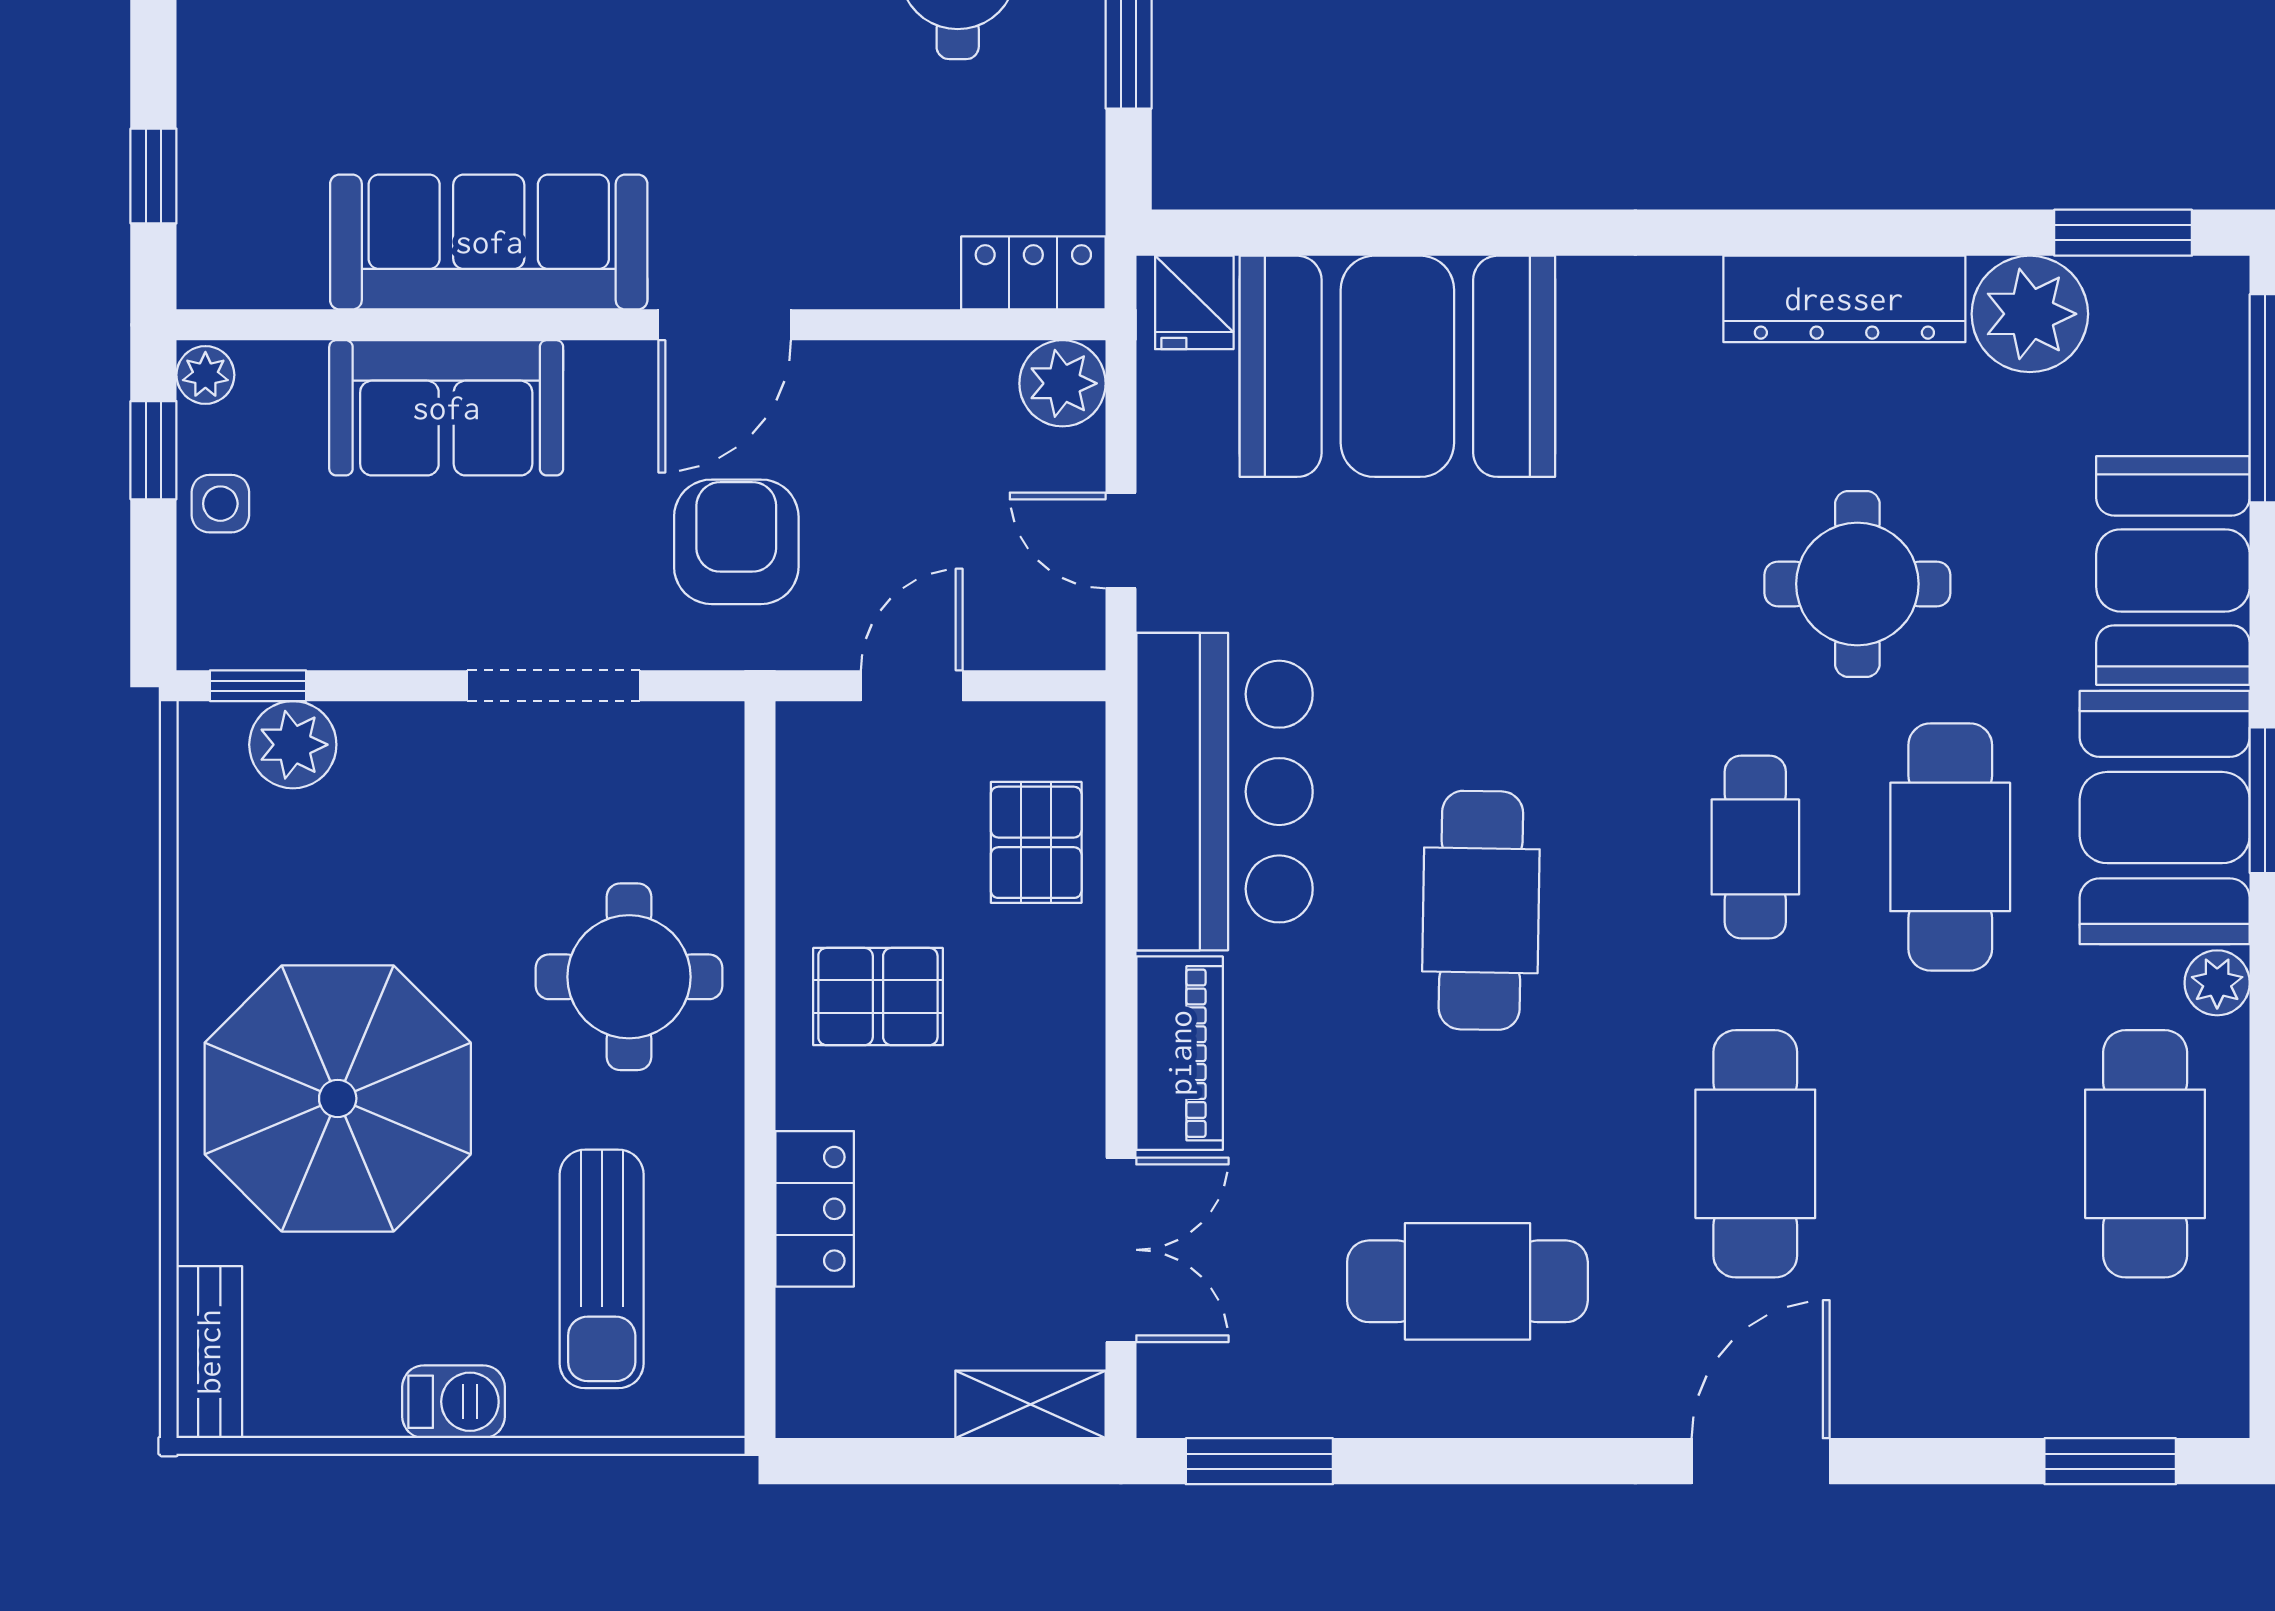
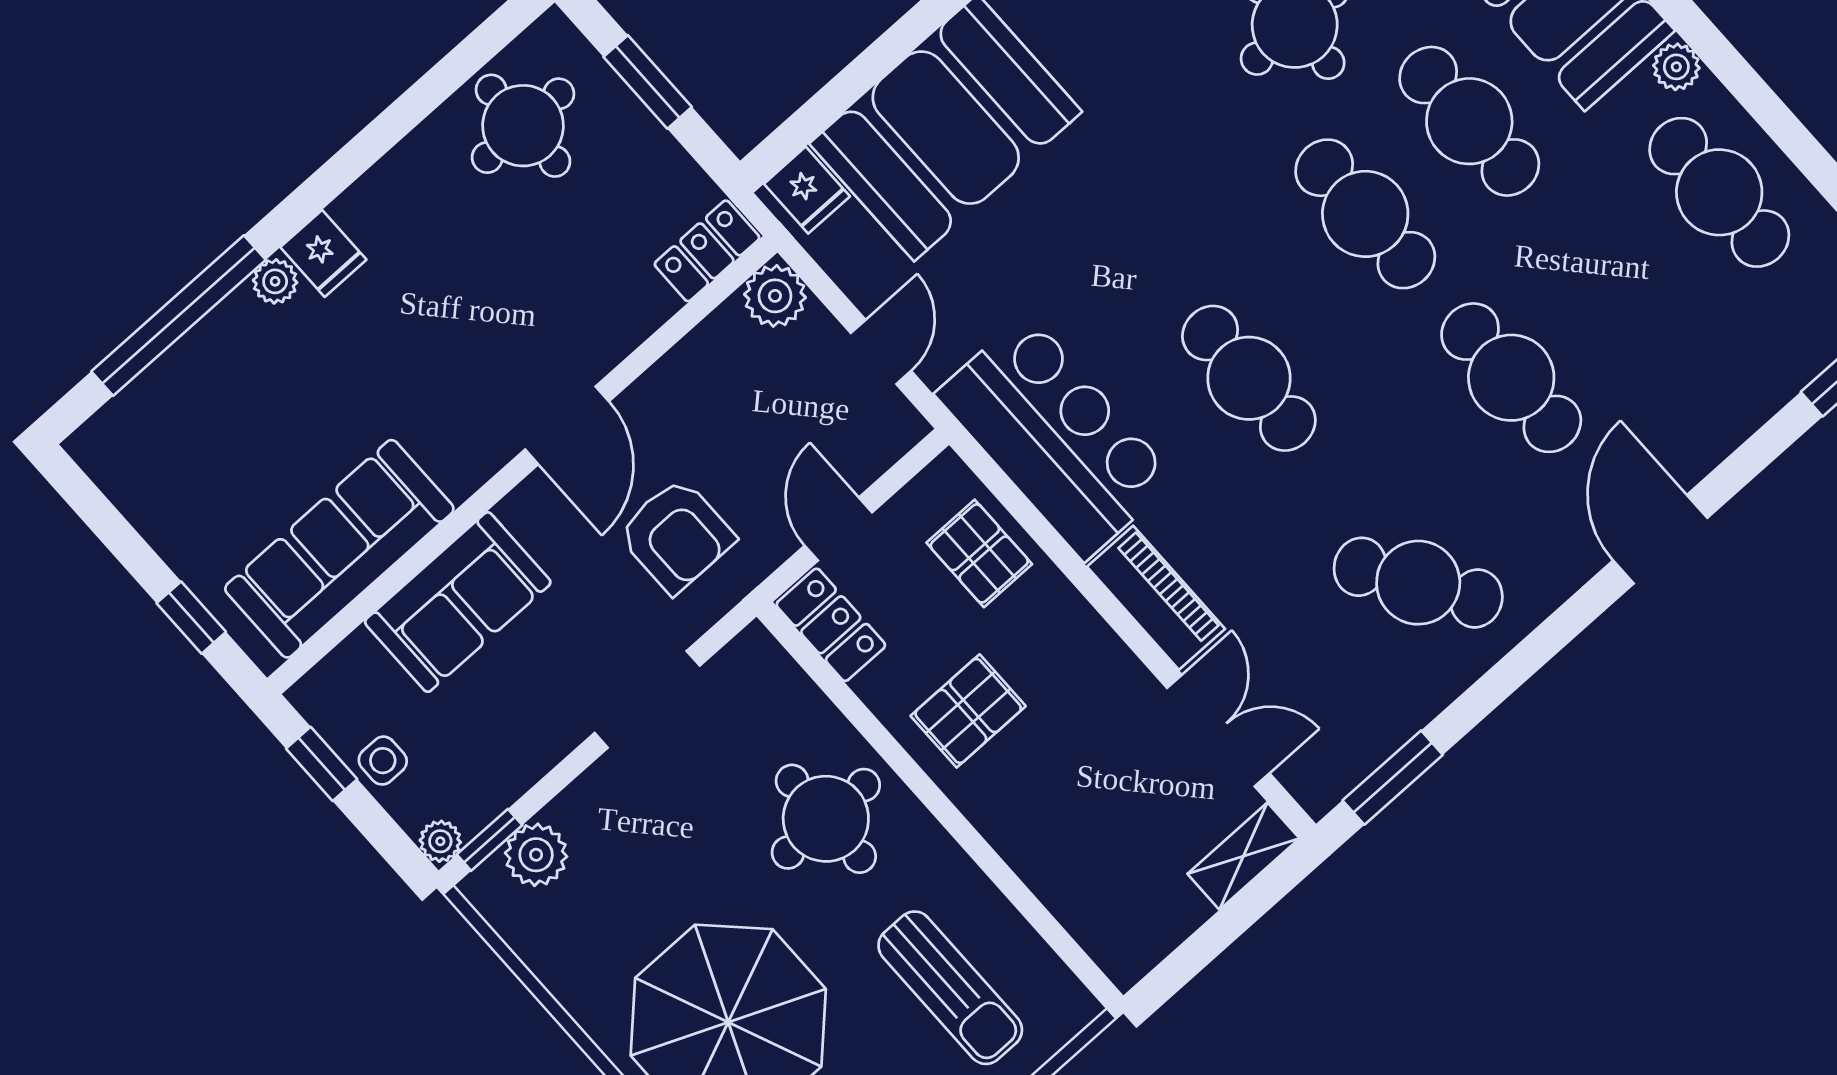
sofa: (489, 242) -> (339, 549), moved
plant: (205, 375) -> (440, 841), moved
door: (1121, 540) -> (881, 352), swing flipped
armchair: (736, 542) -> (676, 536), turned 180
cafe table: (1755, 847) -> (1365, 214), width x1.37, depth x1.35
locker: (815, 1209) -> (831, 625), moved
cafe table: (1467, 1281) -> (1418, 583), turned 57

